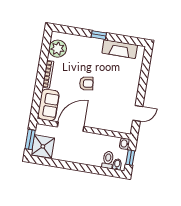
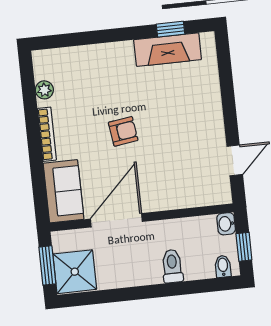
window: (99, 35) -> (170, 29), moved
plant: (58, 49) -> (44, 90), width x0.53, depth x0.53
toilet: (108, 160) -> (172, 266), moved

